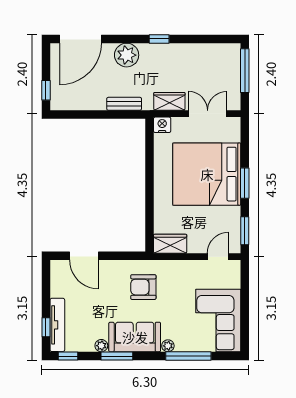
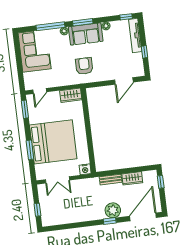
window: (159, 39) -> (110, 221), moved
window: (245, 71) -> (37, 210), width x0.46
wardrobe: (169, 101) -> (132, 178), moved
window: (245, 183) -> (30, 150), moved
door: (84, 256) -> (124, 81), swing flipped
armchair: (143, 287) -> (84, 66), turned -90
window: (46, 327) -> (144, 52), moved
window: (117, 356) -> (83, 22), moved

